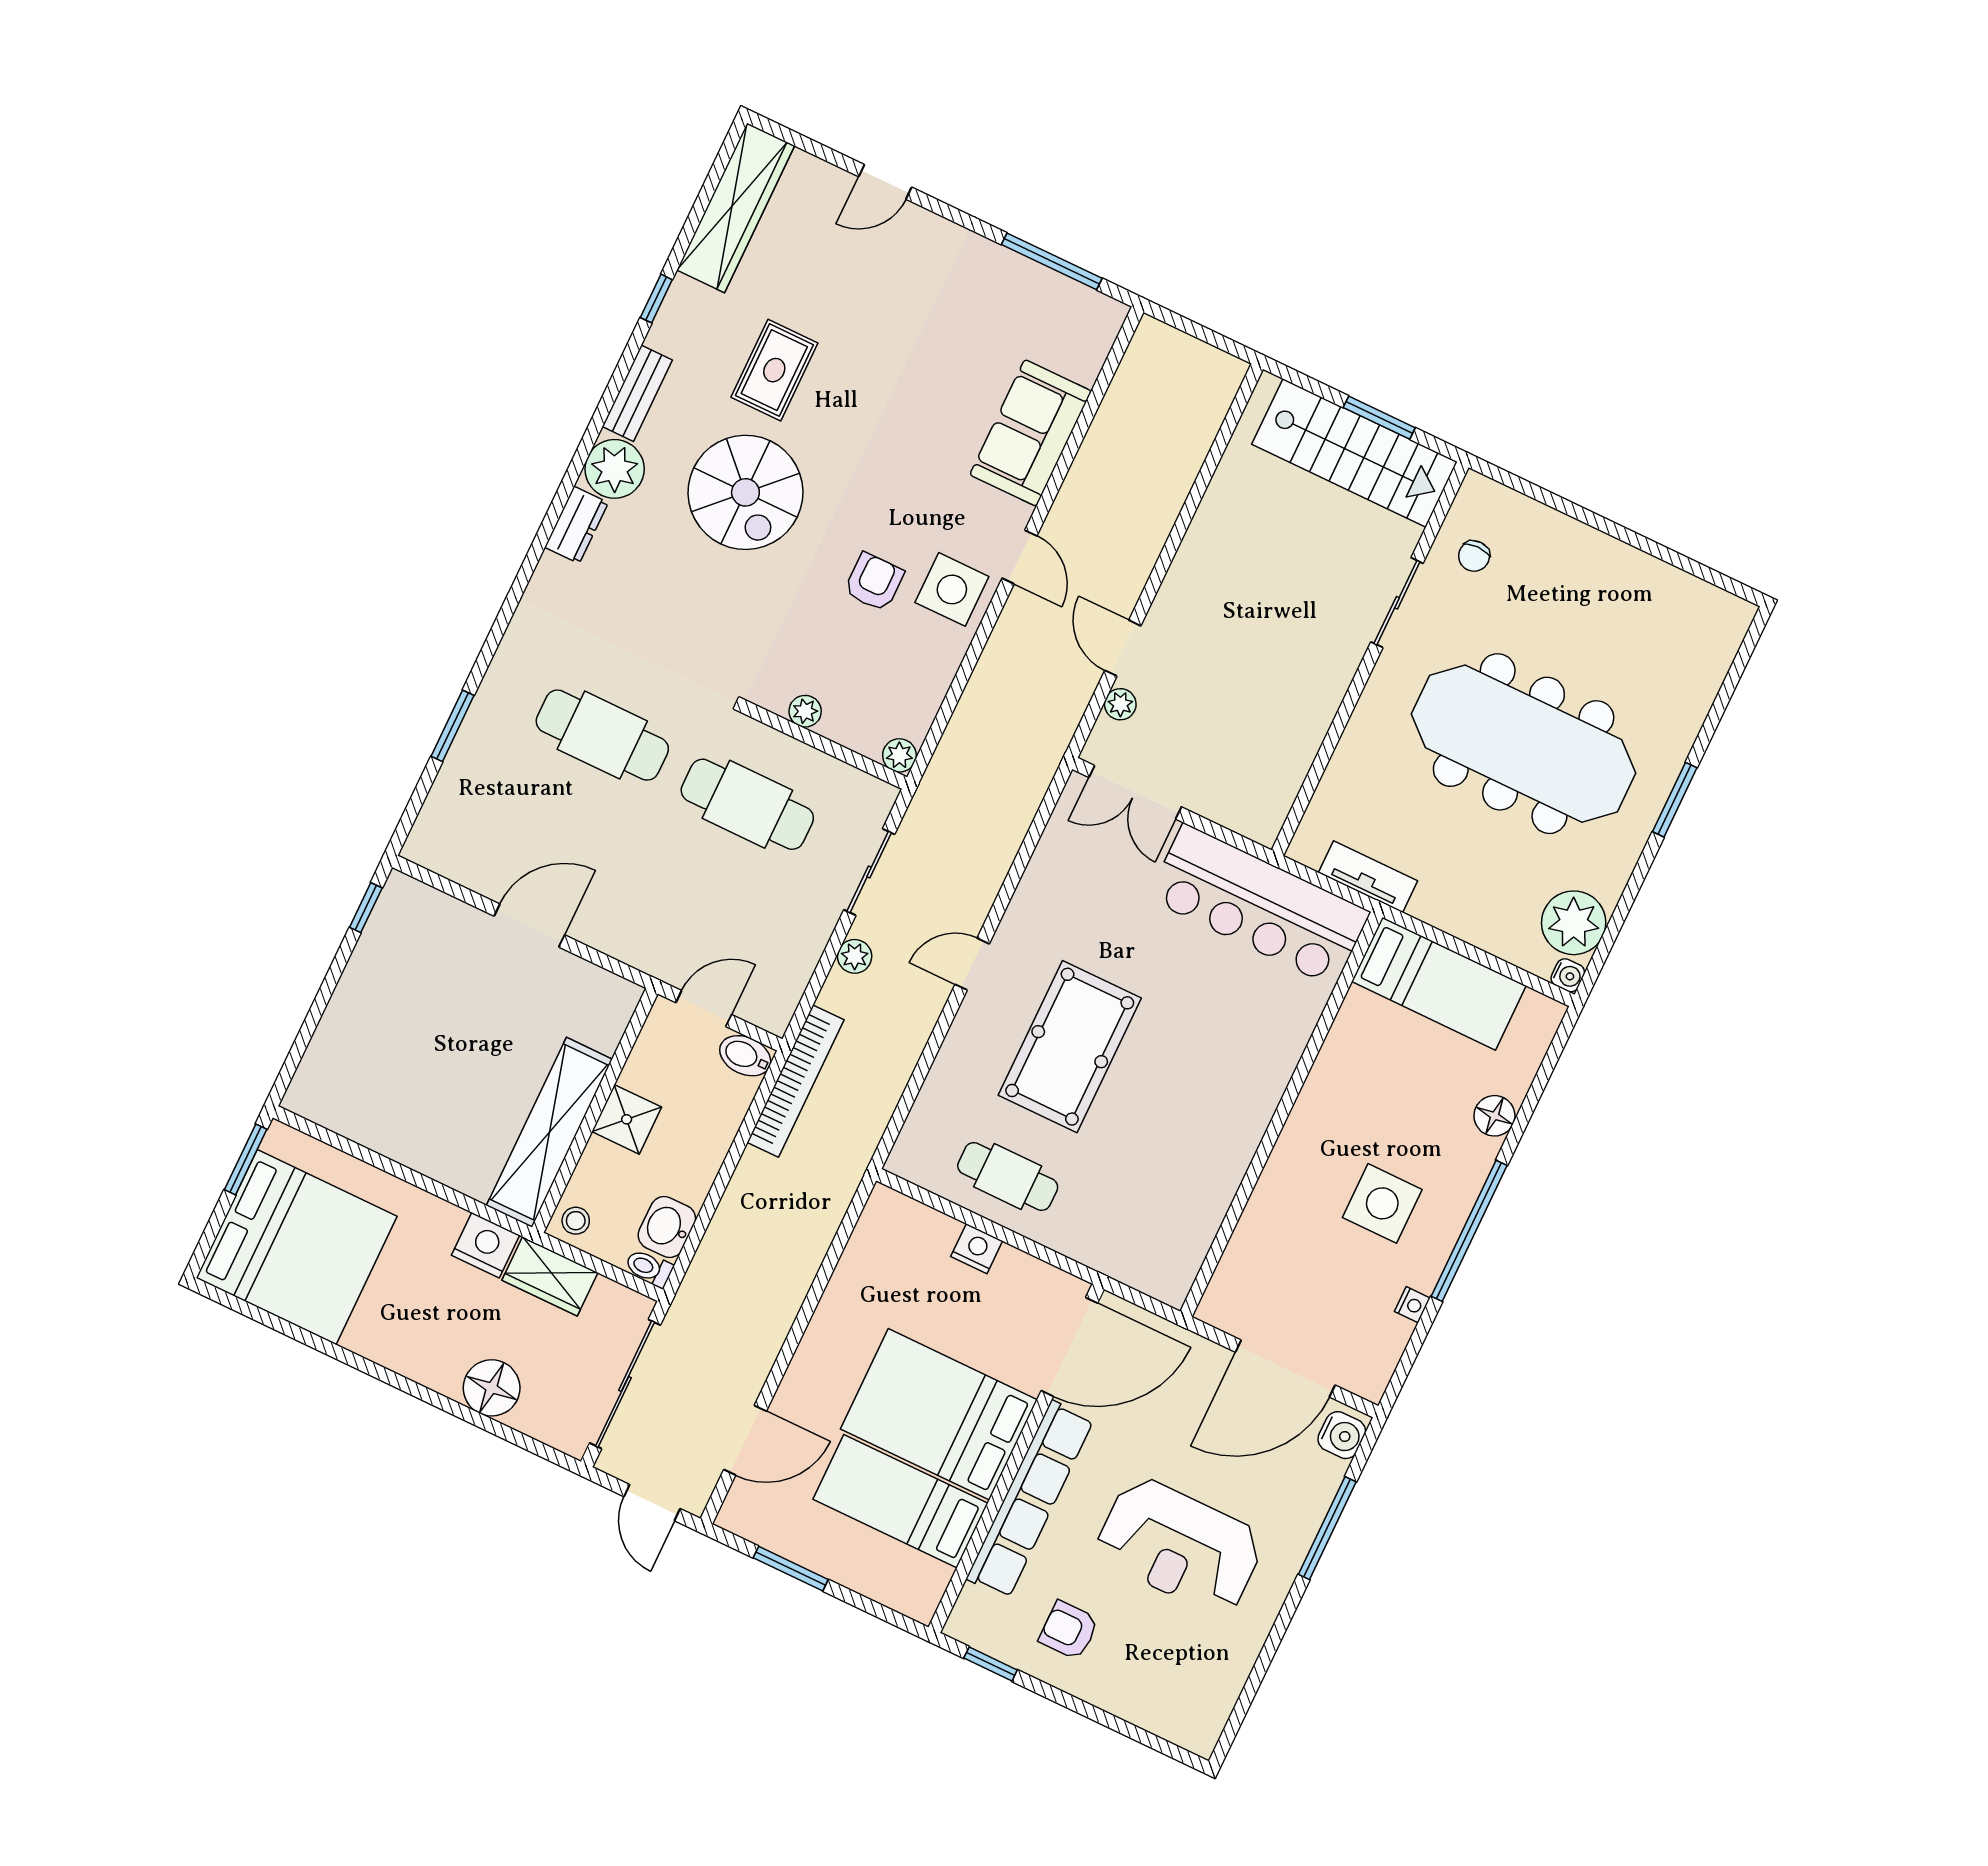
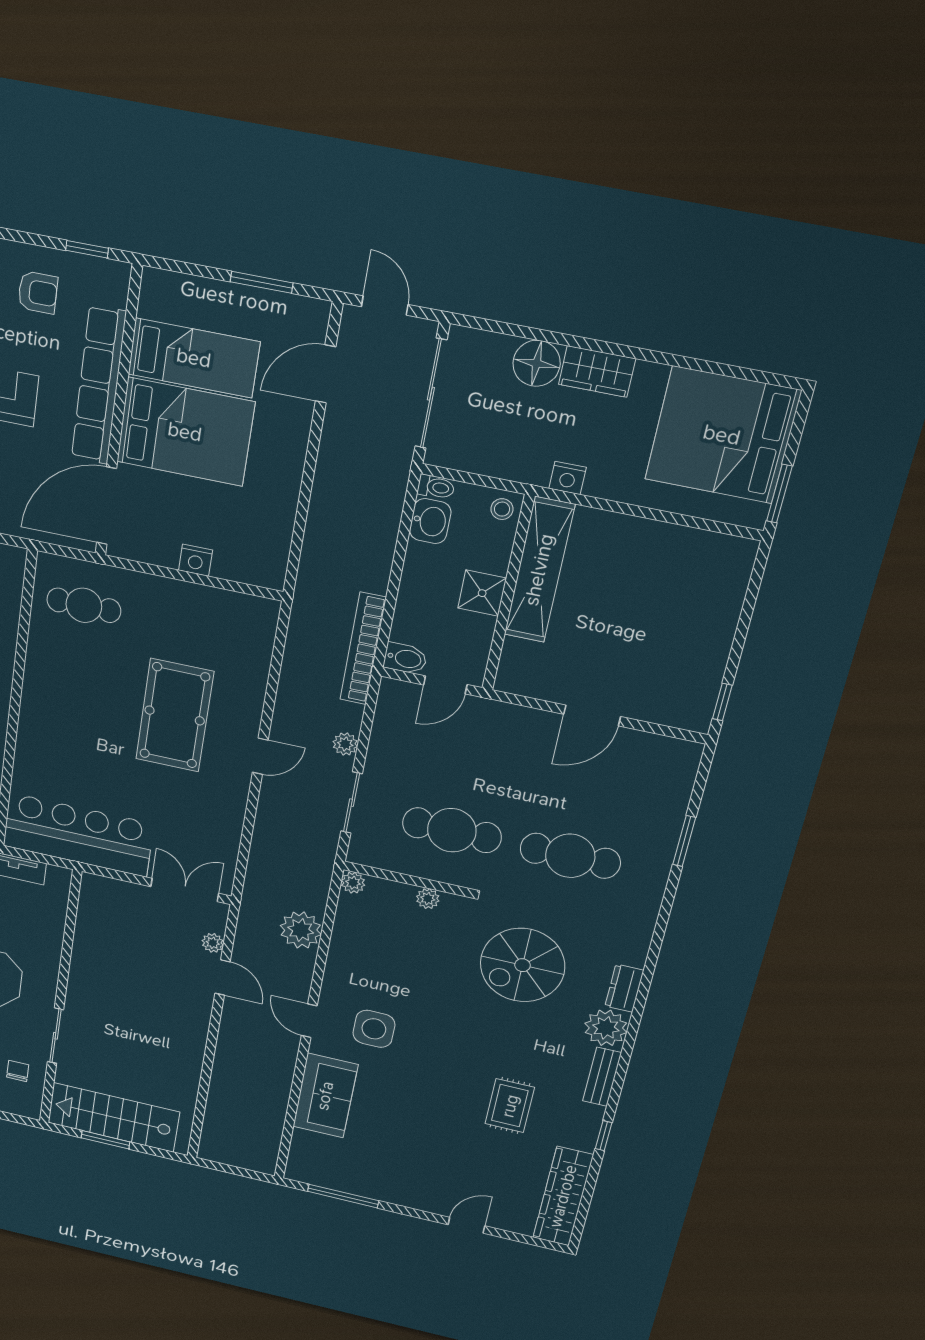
spiral stairs: (745, 492) -> (522, 965), moved, turned -90
armchair: (874, 582) -> (403, 989), removed
side table: (952, 589) -> (374, 1029), moved
plant: (991, 699) -> (301, 930), added
cafe table: (1008, 1176) -> (84, 605), moved
nightstand: (486, 1245) -> (568, 478), width x0.74, depth x0.75
wardrobe: (550, 1276) -> (597, 371), moved, turned 180

